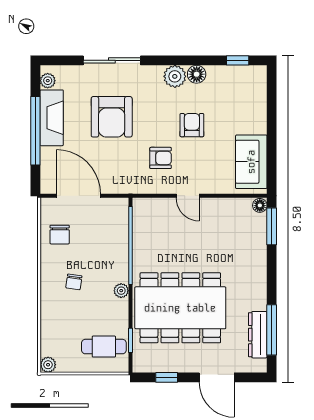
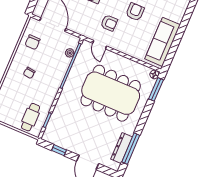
sofa: (251, 162) -> (162, 42), width x1.36
door: (188, 196) -> (100, 45), moved
plant: (121, 291) -> (70, 53), moved
dining table: (180, 308) -> (111, 93), moved
cafe table: (104, 347) -> (31, 117), turned 90

